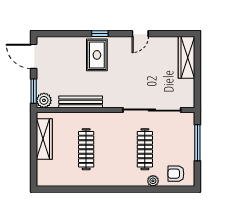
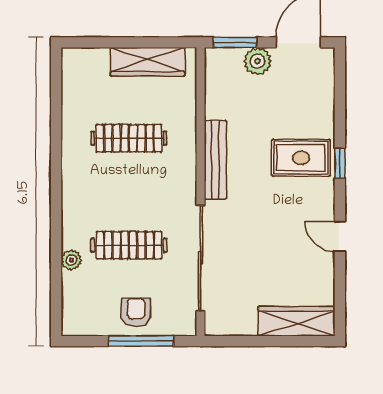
plant: (44, 100) -> (258, 61), moved
bench: (81, 102) -> (215, 160), moved
armchair: (176, 174) -> (136, 313), moved

